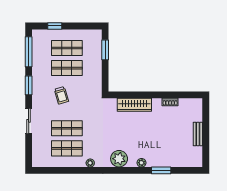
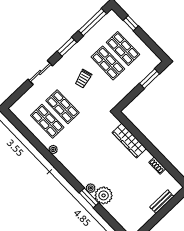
bench: (198, 134) -> (162, 202), moved
plant: (119, 159) -> (104, 195), moved
window: (161, 170) -> (89, 198), moved

